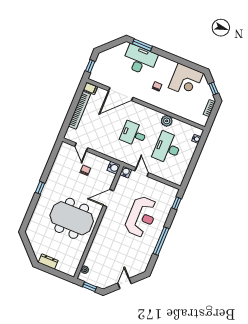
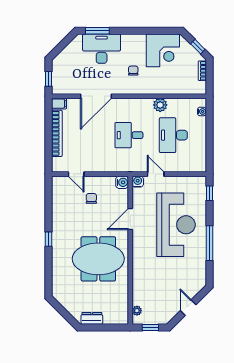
reception desk: (141, 217) -> (176, 225), width x1.36, depth x1.30

